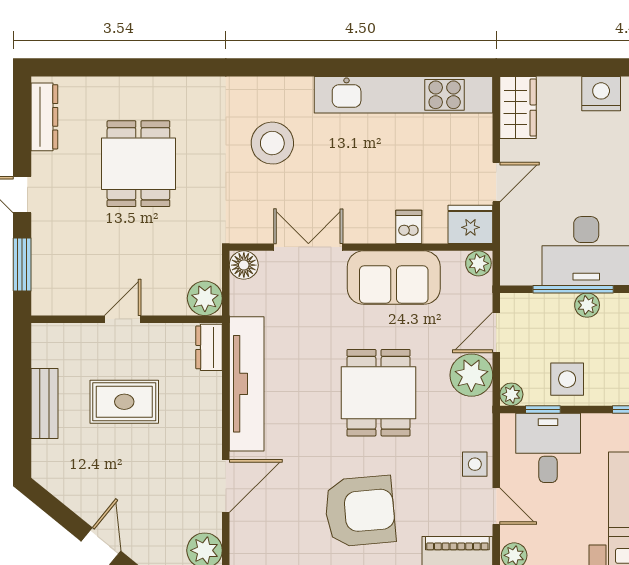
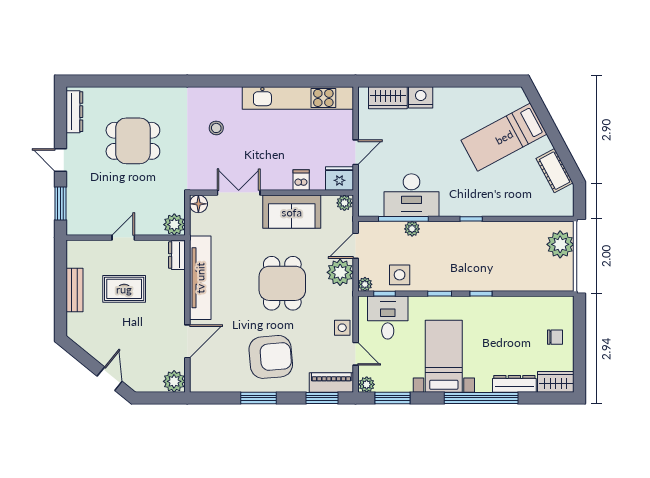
wardrobe: (518, 108) -> (388, 98), moved, turned 90
stool: (272, 143) -> (216, 128), width x0.53, depth x0.53
dining table: (138, 164) -> (133, 141), turned 90

